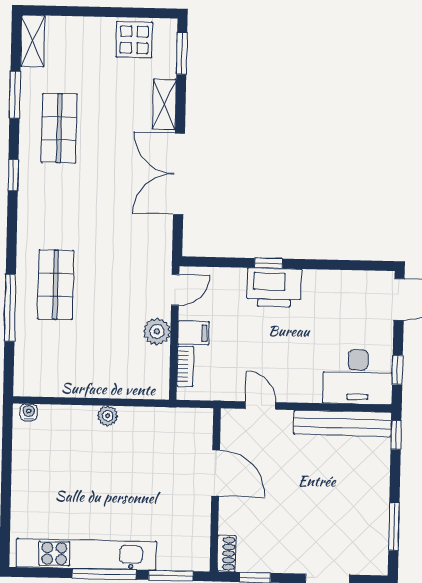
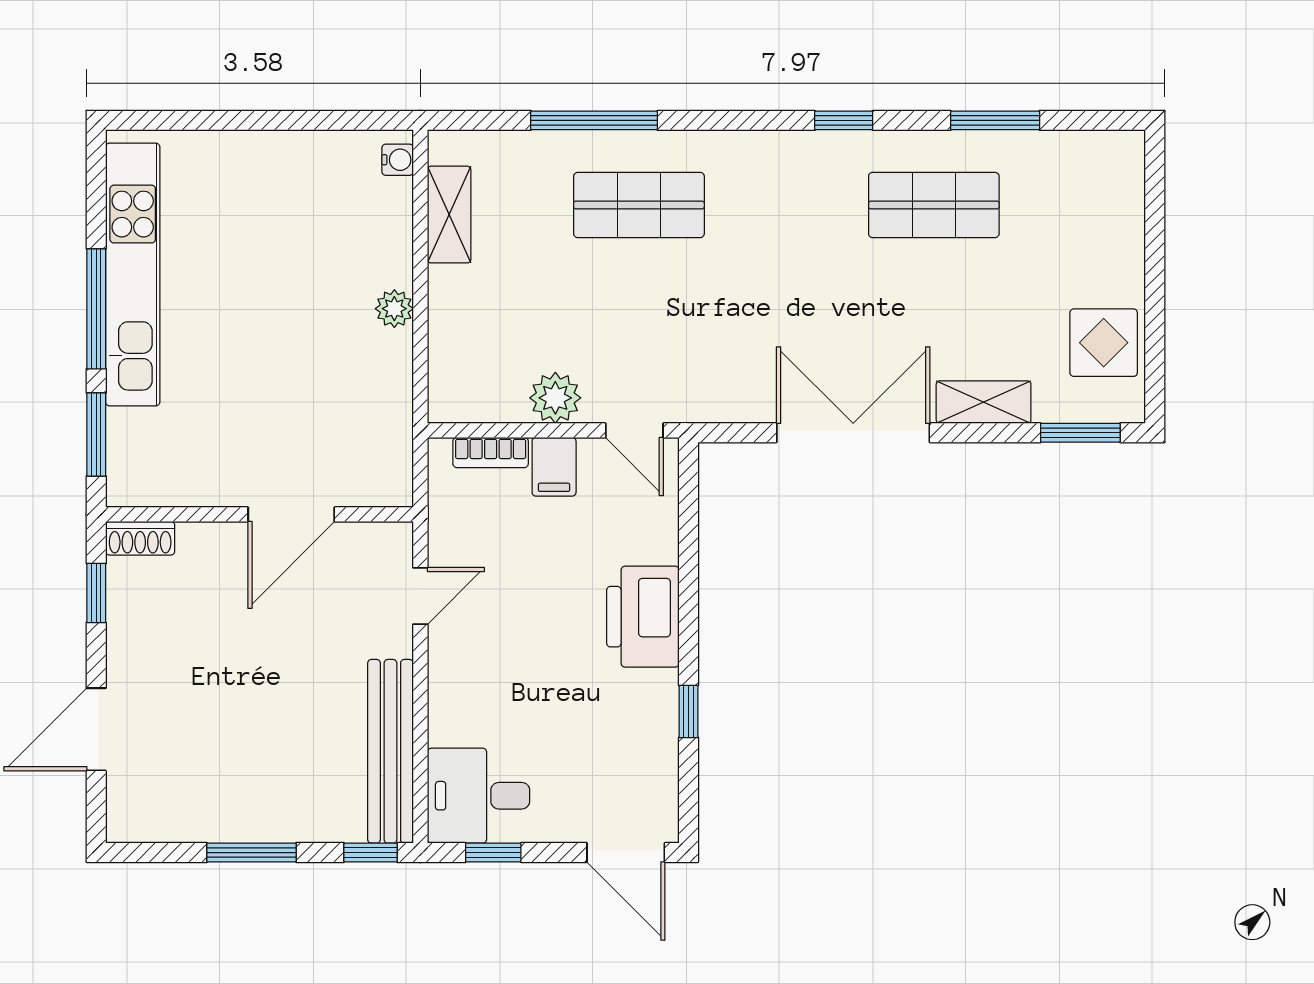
shelving: (33, 41) -> (449, 215), moved, turned 90
window: (269, 263) -> (688, 711), moved
desk: (358, 377) -> (478, 796), width x0.73
window: (394, 527) -> (252, 853), moved

